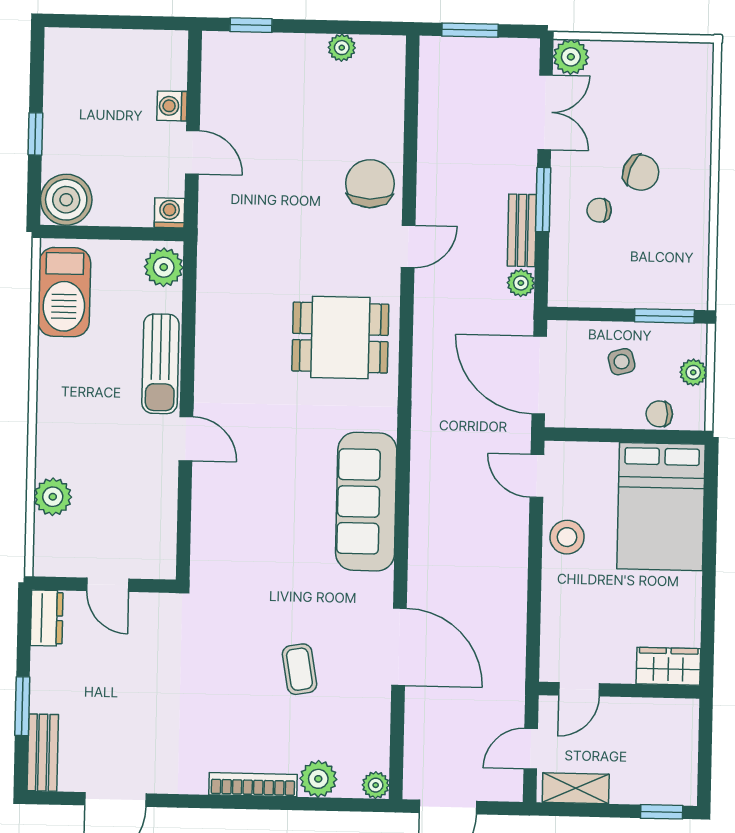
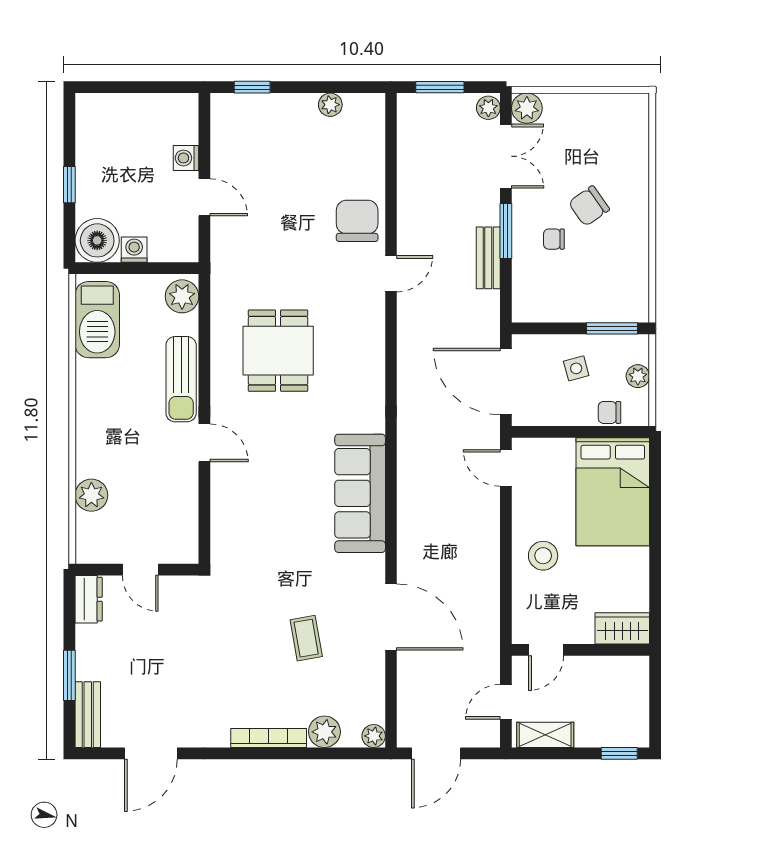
chair: (641, 173) -> (589, 206), turned 123
washing machine: (169, 213) -> (134, 250), moved
plant: (521, 283) -> (488, 108), moved
dining table: (340, 338) -> (278, 351), moved, turned 90
stool: (567, 537) -> (543, 556), moved

